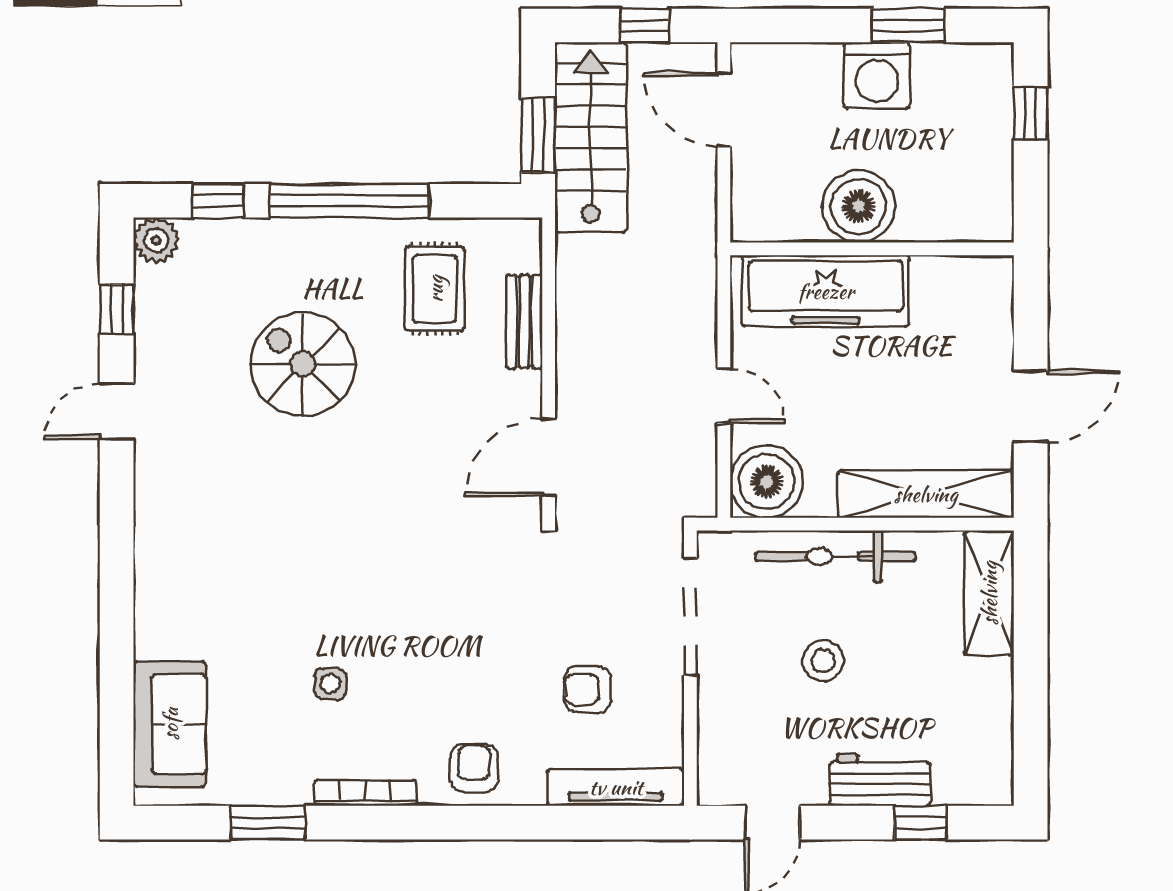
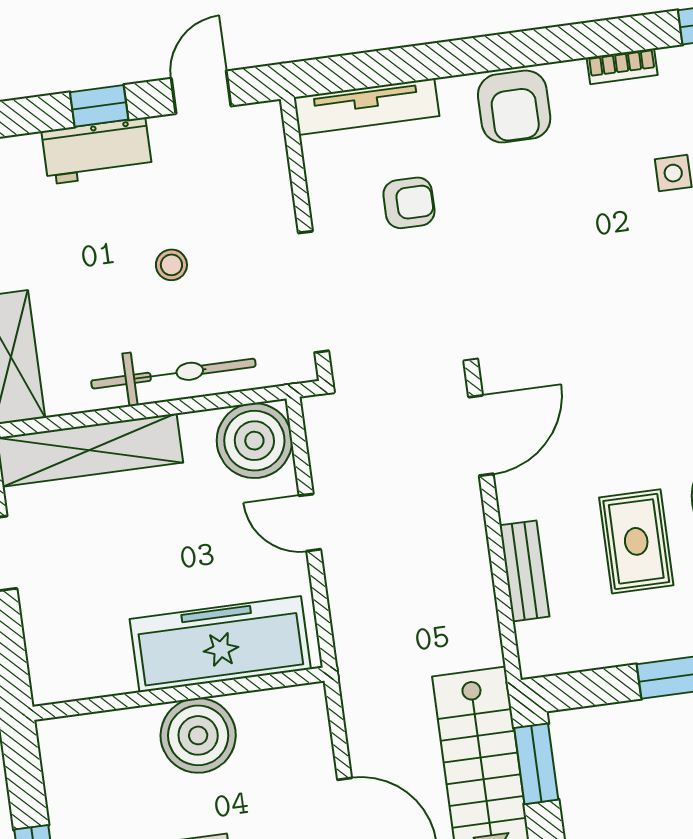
rug: (435, 289) -> (636, 541), moved
stool: (823, 661) -> (171, 265), width x0.73, depth x0.73
armchair: (474, 768) -> (514, 107), width x1.38, depth x1.38
bookcase: (365, 793) -> (622, 66), width x0.64
window: (921, 823) -> (99, 106), moved

